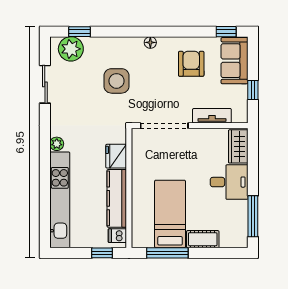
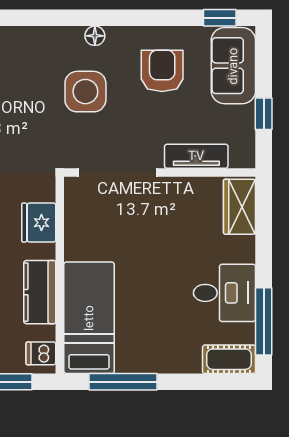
side table: (117, 81) -> (85, 92), moved
desk: (229, 182) -> (225, 293), moved
kitchen counter: (117, 198) -> (40, 292), width x0.67
bed: (170, 214) -> (89, 318), moved
cot: (203, 239) -> (229, 359), moved

